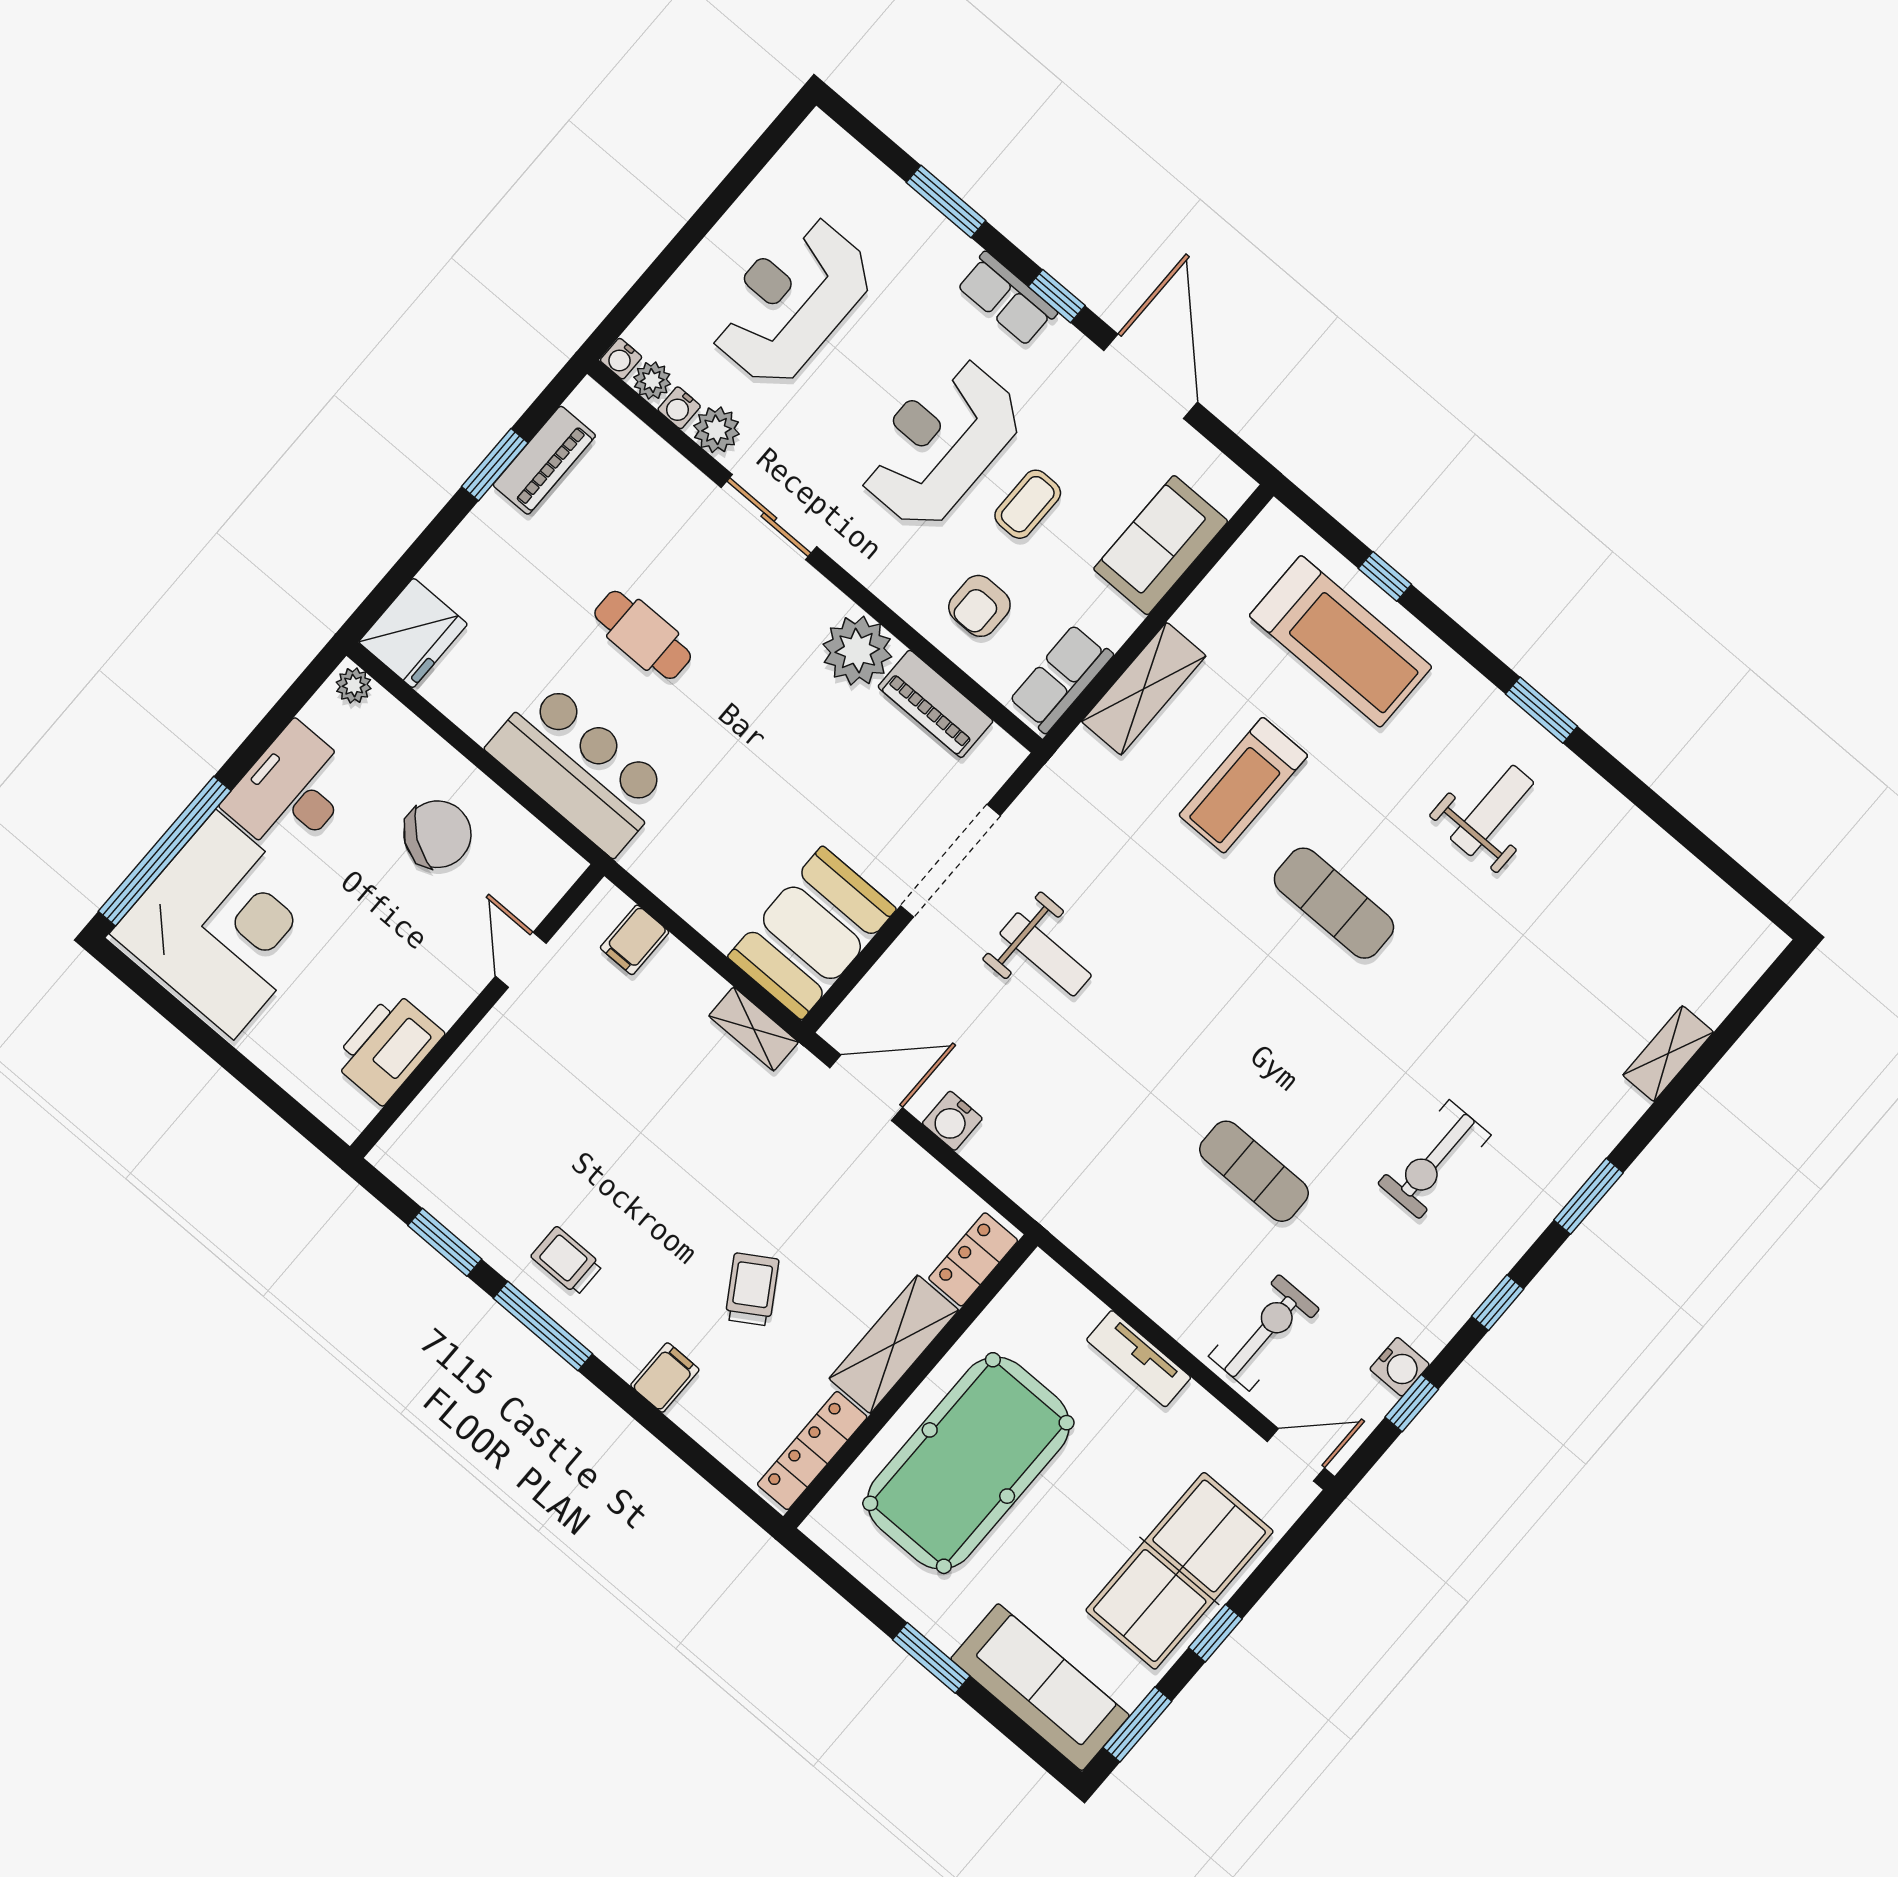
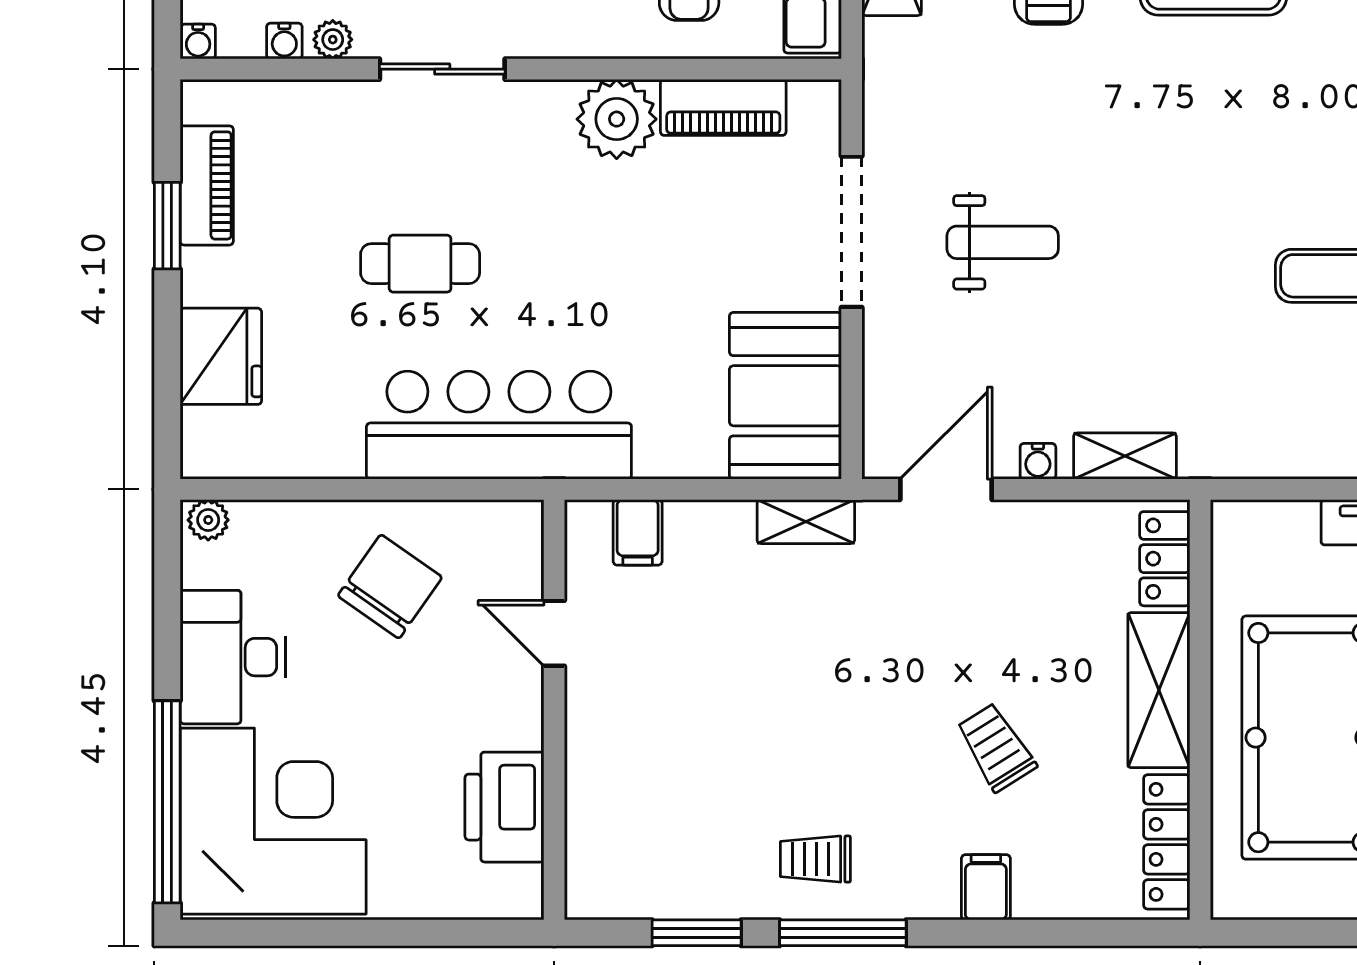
plant: (652, 381) -> (241, 37), removed
plant: (717, 430) -> (333, 40), width x0.73, depth x0.73
fridge: (413, 633) -> (221, 356), moved
bar counter: (579, 768) -> (499, 425), width x1.36
water cooler: (952, 1121) -> (1038, 461), width x0.72, depth x0.72
shelving: (1005, 1168) -> (1125, 456), added

